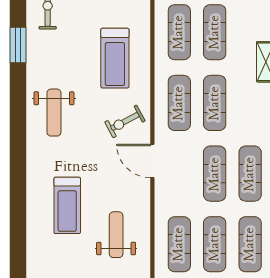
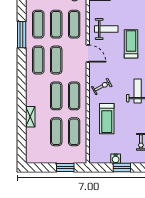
treadmill: (115, 58) -> (107, 119), turned 180
door: (152, 161) -> (88, 53), moved
weight bench: (116, 235) -> (106, 29), turned -90

